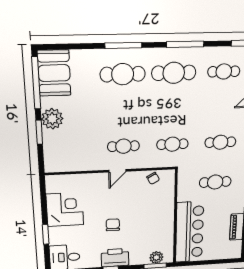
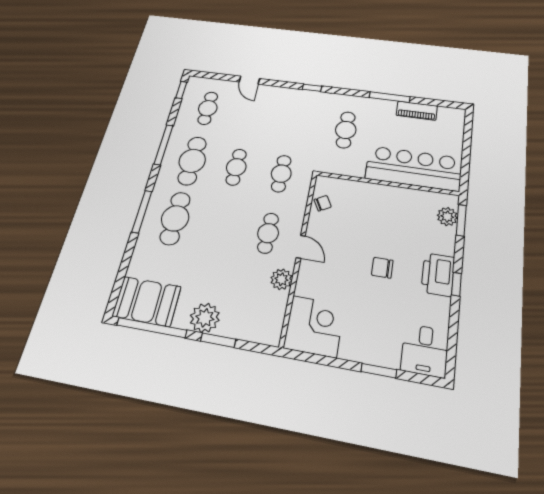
cafe table: (220, 142) -> (236, 167), moved
plant: (91, 163) -> (281, 279), added
corner desk: (65, 209) -> (314, 326), moved, turned 90

